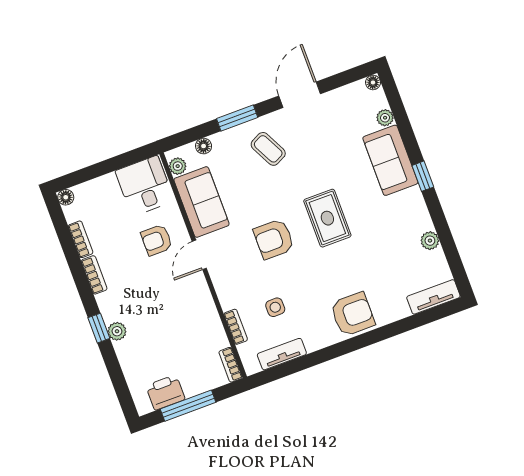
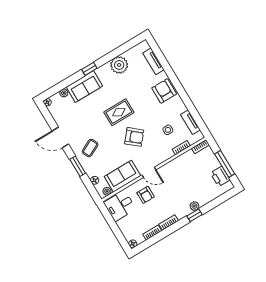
armchair: (274, 239) -> (134, 137), turned -50
plant: (430, 241) -> (119, 65), width x1.87, depth x1.87
tv unit: (433, 297) -> (153, 61), moved

